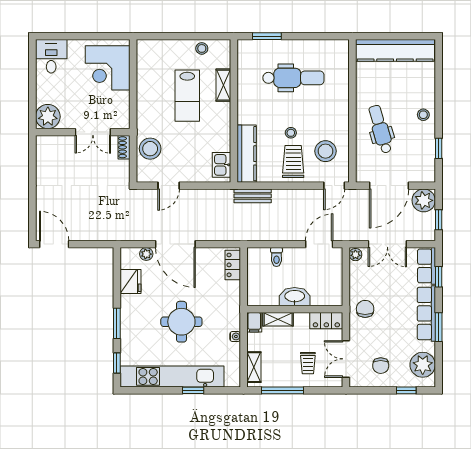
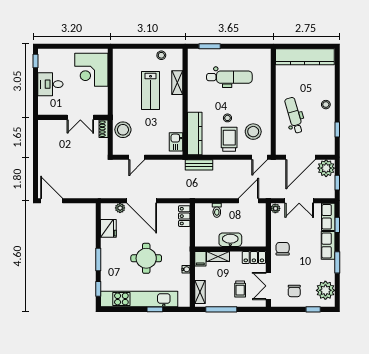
window: (32, 56) -> (35, 61), added
desk: (51, 56) -> (50, 84), moved, turned -90
plant: (48, 117) -> (47, 106), removed
row of seats: (426, 313) -> (328, 245), width x0.68

